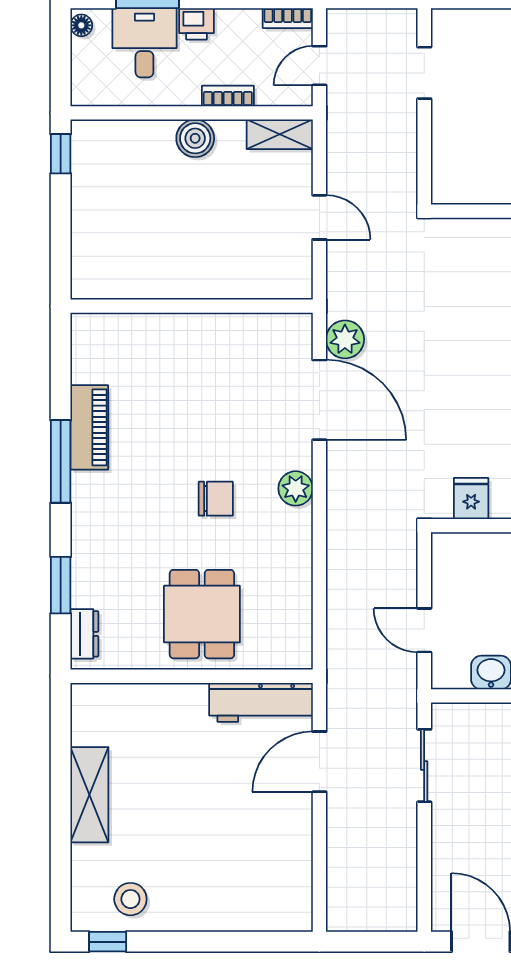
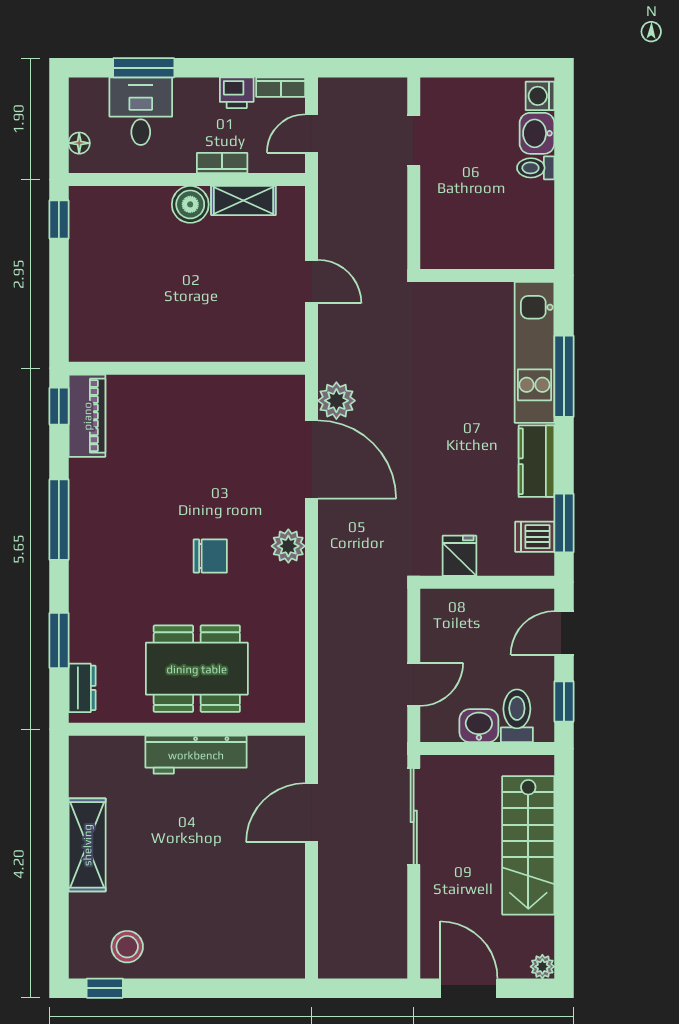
printer: (197, 24) -> (237, 93), moved
floor lamp: (81, 25) -> (79, 143), moved
shelving: (280, 134) -> (243, 201), moved
window: (61, 345) -> (59, 406), added
piano: (89, 427) -> (87, 416), moved
dining table: (202, 614) -> (197, 669), width x1.38
door: (424, 630) -> (414, 684), swing flipped
workbench: (261, 702) -> (196, 755), moved
sliding door: (424, 766) -> (414, 816), width x1.37

